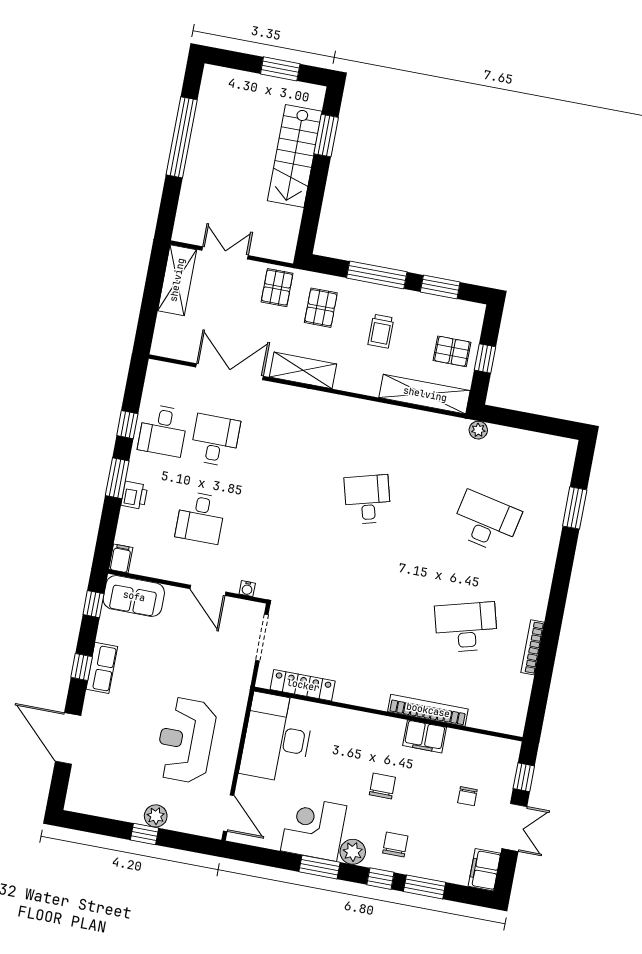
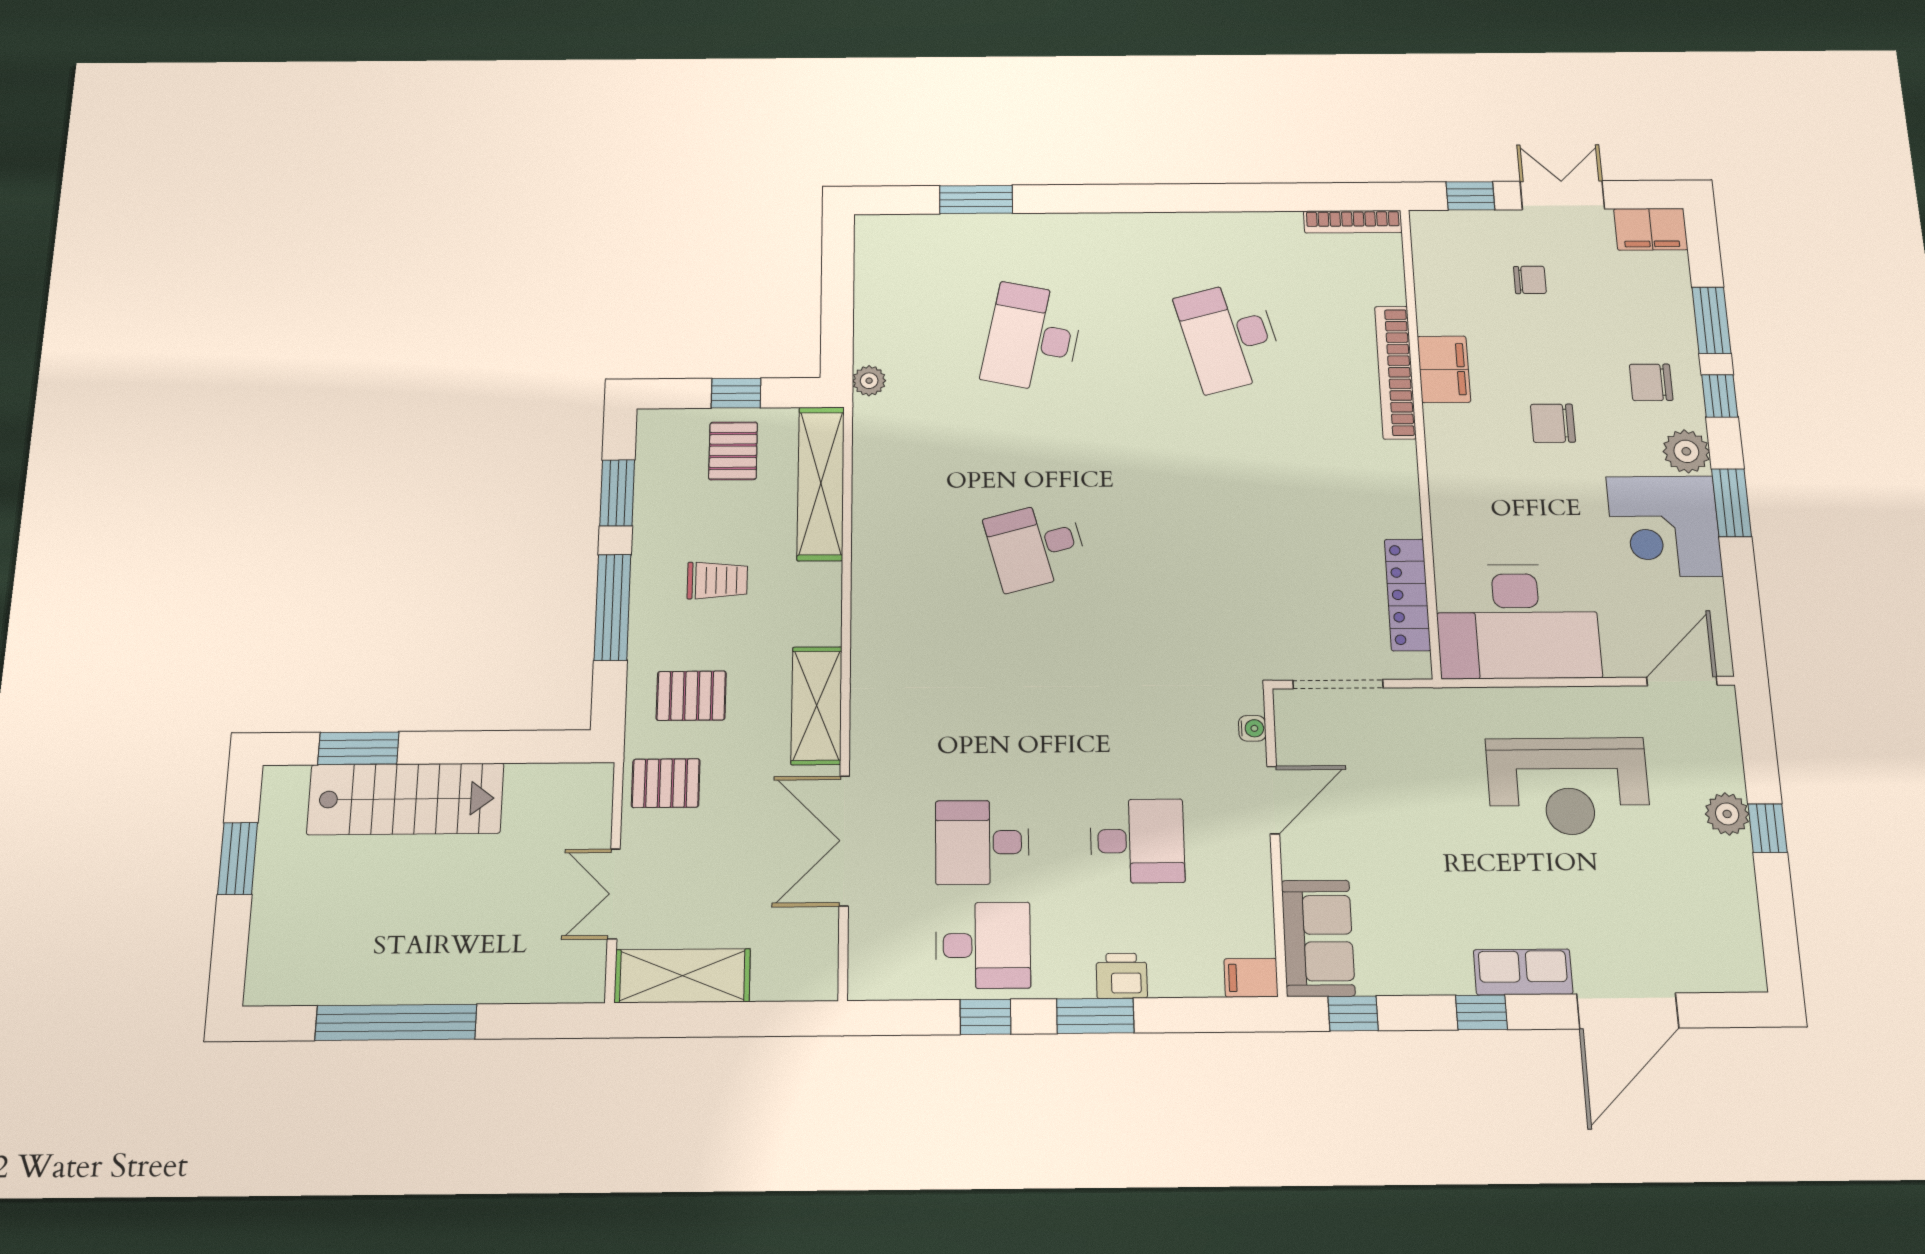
bookcase: (533, 647) -> (1353, 222), moved
row of seats: (102, 668) -> (1523, 972), moved

